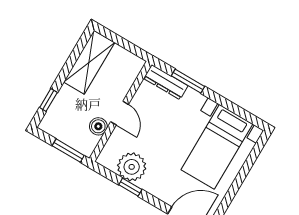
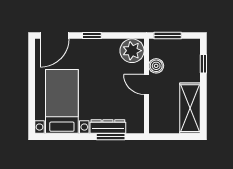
dresser: (166, 82) -> (108, 126), moved
plant: (132, 167) -> (132, 51), moved
window: (130, 187) -> (92, 36), moved

